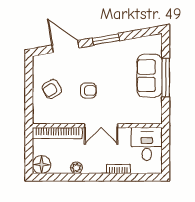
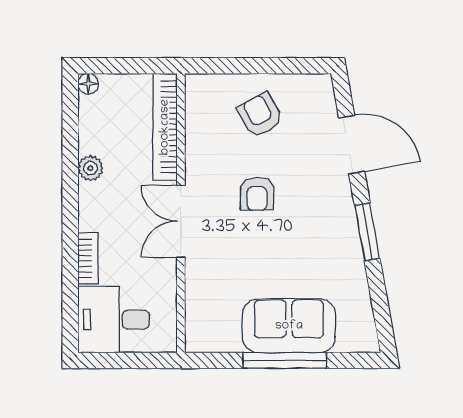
door: (66, 47) -> (352, 145), hinge flipped
desk: (147, 144) -> (114, 320), moved, turned 180
floor lamp: (42, 165) -> (88, 84), width x0.53, depth x0.53

